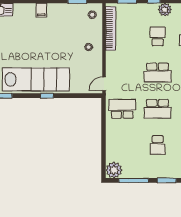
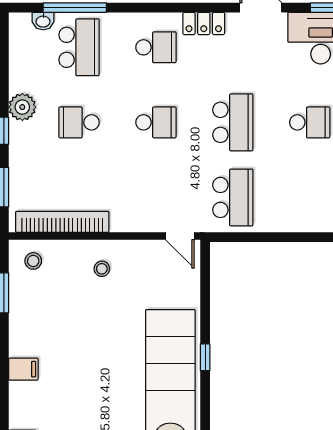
school desk: (158, 73) -> (156, 122), width x0.54
school desk: (122, 109) -> (233, 197), turned 180

